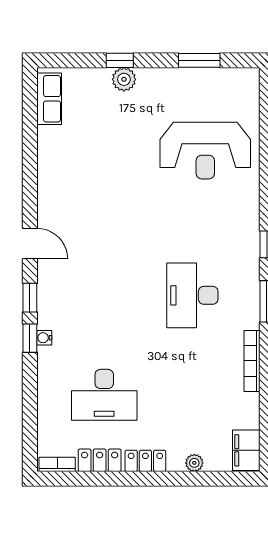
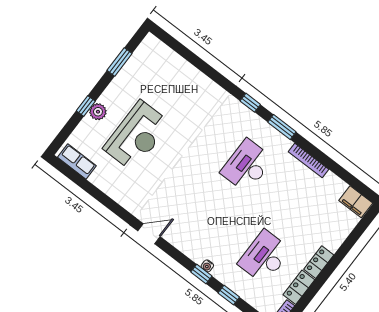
reception desk: (205, 151) -> (137, 136), moved
desk: (192, 295) -> (247, 166), turned 90
window: (30, 298) -> (229, 295), moved
desk: (104, 395) -> (265, 257), turned 180
plant: (194, 463) -> (341, 236), removed

